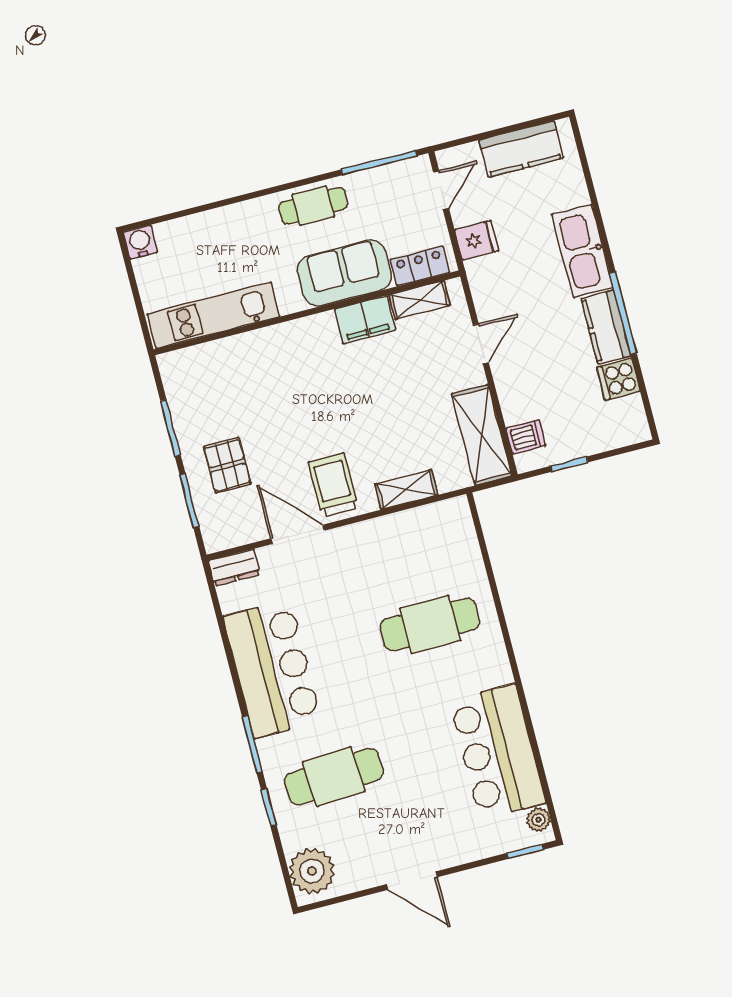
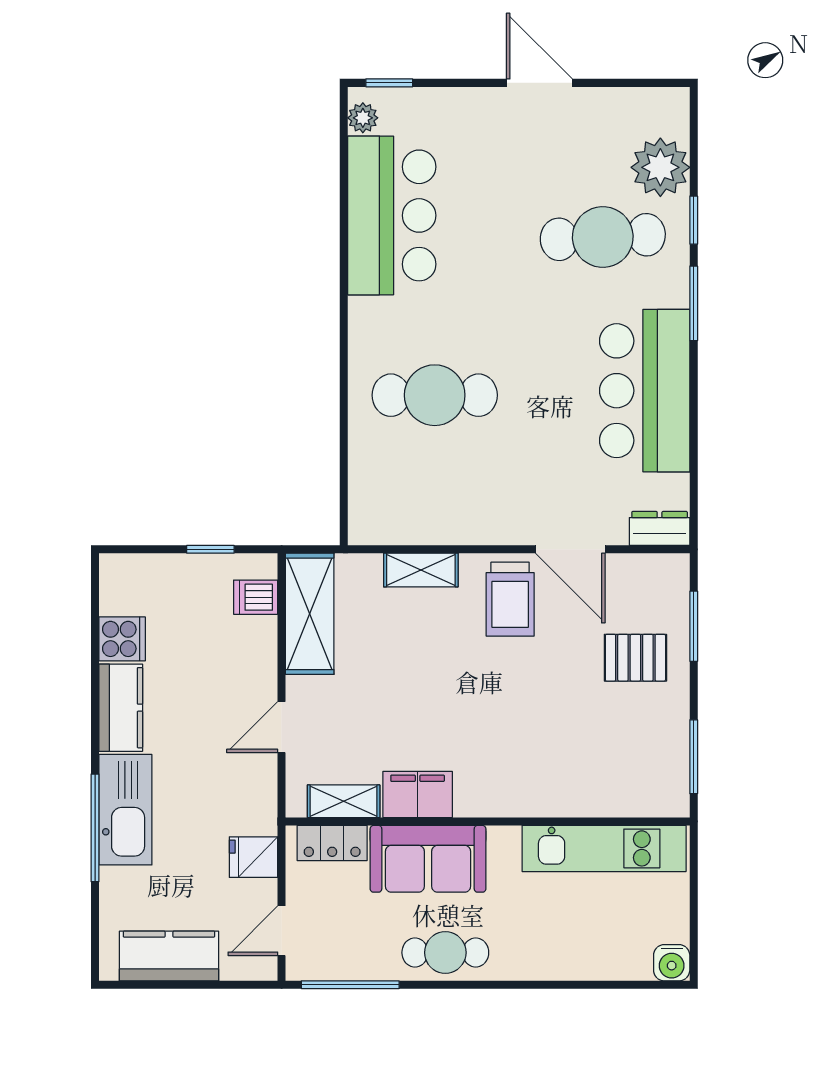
window: (623, 313) -> (95, 828), moved
window: (171, 428) -> (694, 757), moved
pallet: (227, 465) -> (635, 658), turned 90
plant: (312, 871) -> (660, 167), moved

